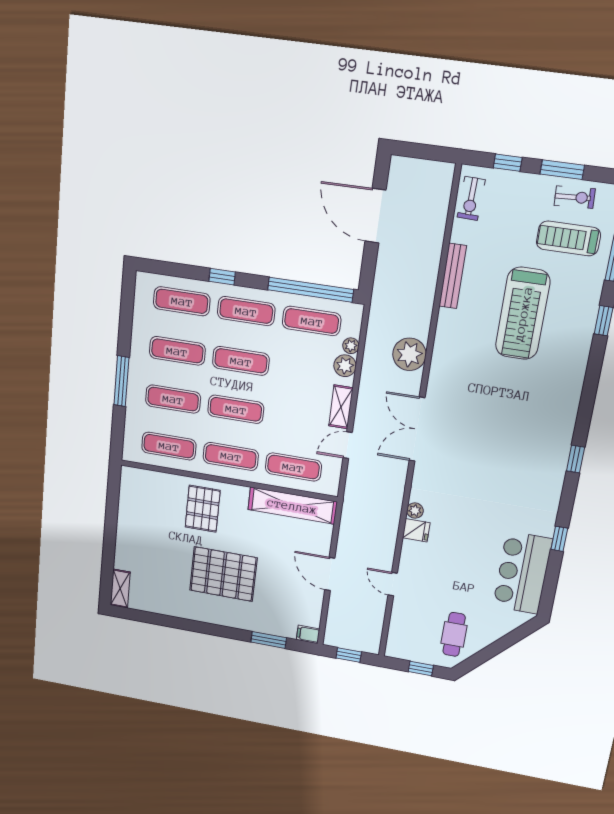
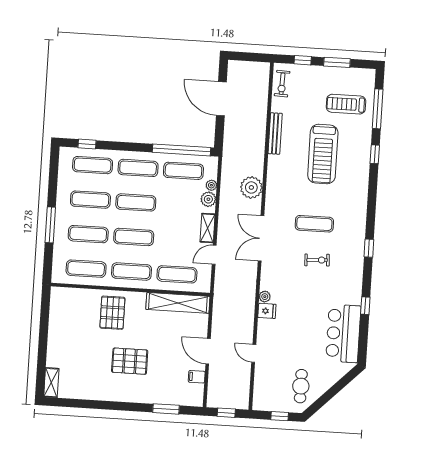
exercise bike: (575, 197) -> (317, 260), moved
window: (222, 277) -> (87, 144), moved
exercise mat: (498, 416) -> (314, 224), added
pallet: (223, 574) -> (130, 361), width x0.73, depth x0.71
filing cabinet: (308, 634) -> (197, 377), moved

